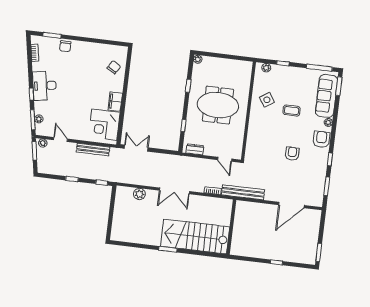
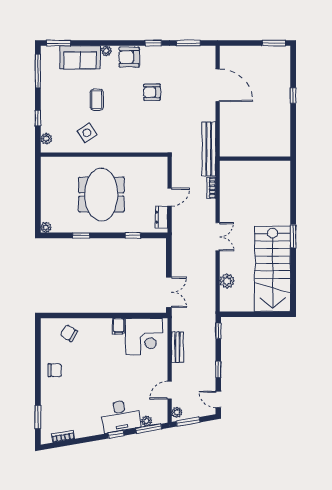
chair: (65, 46) -> (55, 370), moved
desk: (44, 86) -> (120, 416), moved
sofa: (326, 96) -> (80, 57), width x0.73
filing cabinet: (115, 102) -> (119, 326), width x0.50
double door: (136, 148) -> (169, 292), swing flipped
bench: (93, 150) -> (177, 347), width x0.73
door: (225, 159) -> (170, 197), moved
door: (49, 176) -> (218, 399), added
double door: (174, 191) -> (218, 237), width x0.73
stairs: (195, 237) -> (273, 269), moved

